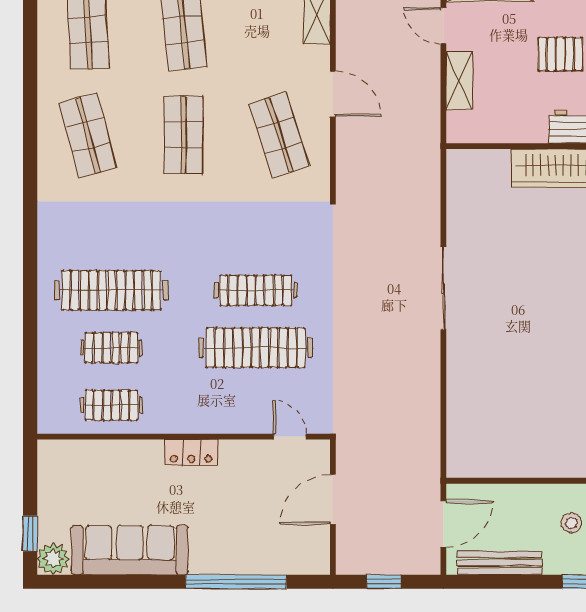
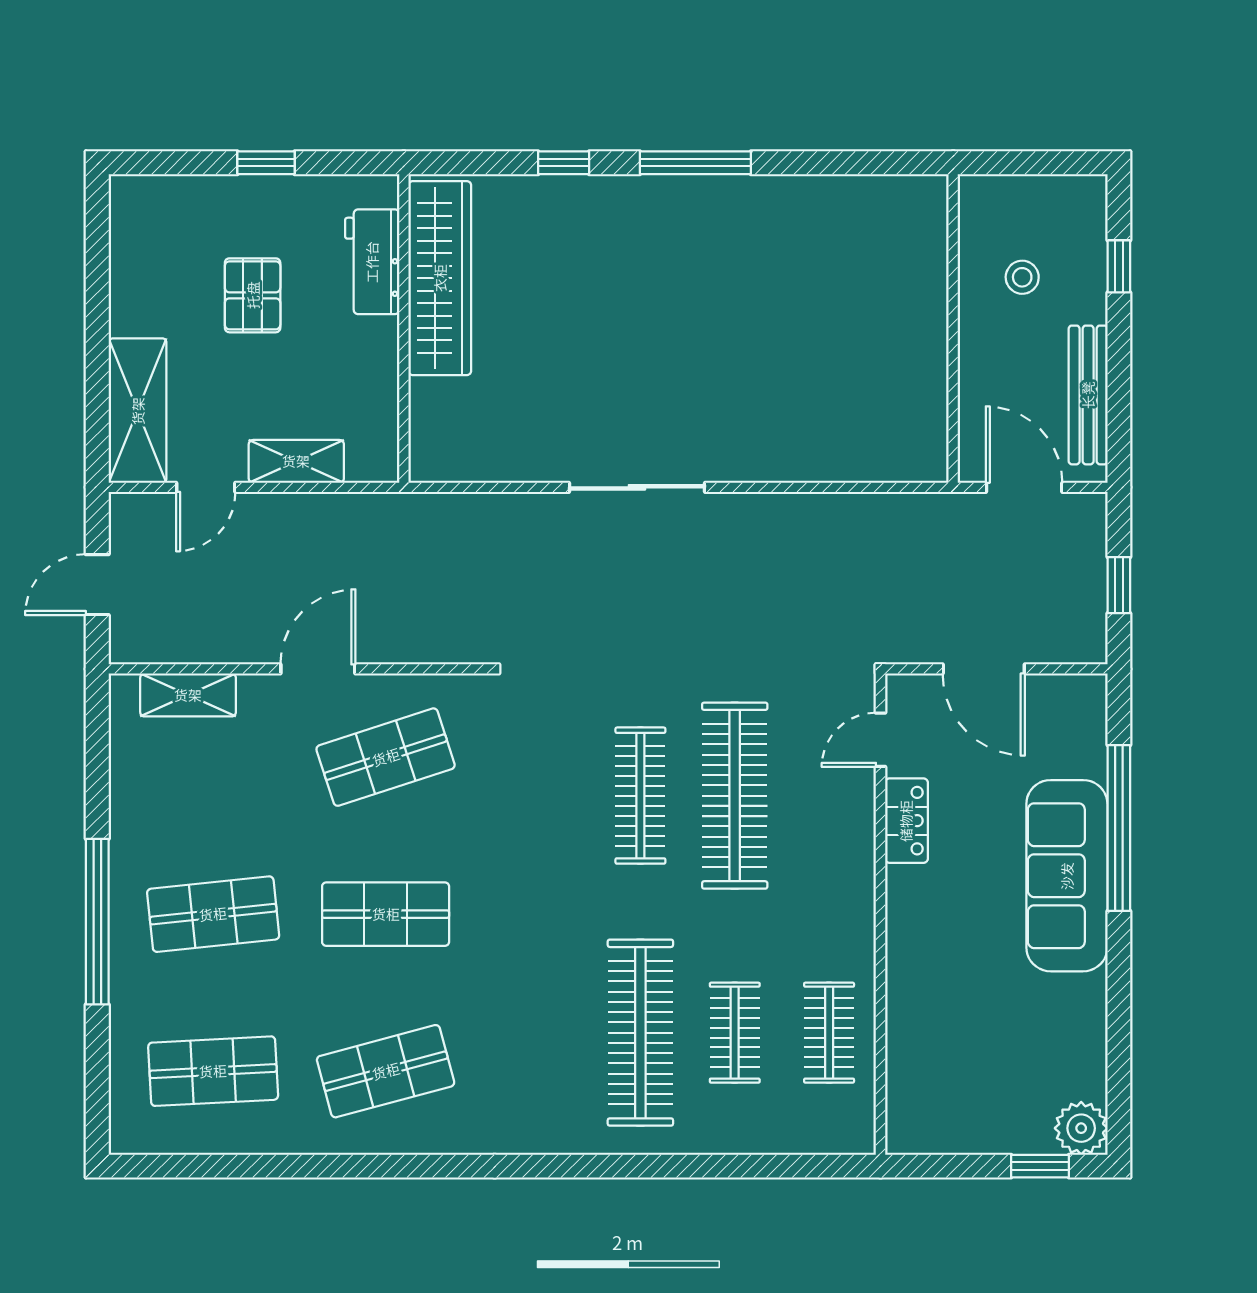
locker: (191, 452) -> (906, 821), moved
sofa: (130, 550) -> (1067, 876), moved

